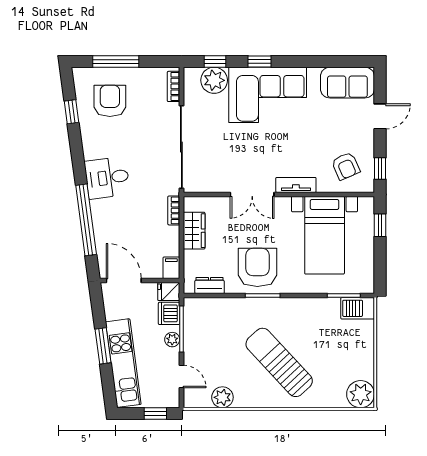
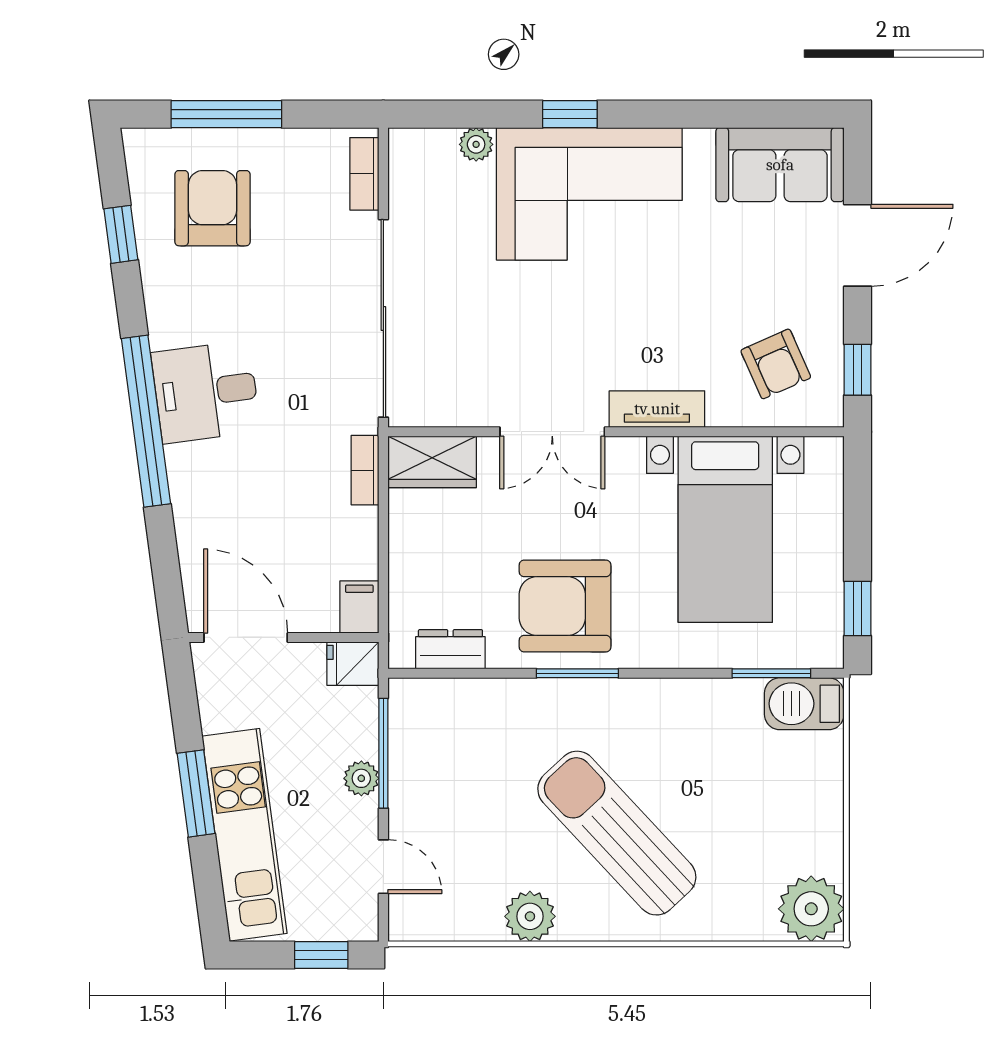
window: (215, 61) -> (464, 114), removed
plant: (214, 80) -> (476, 144), width x0.53, depth x0.53
door: (380, 116) -> (857, 245), width x1.38
window: (86, 220) -> (146, 421), moved
window: (380, 225) -> (857, 608), moved
wardrobe: (194, 231) -> (432, 462), moved, turned 90
armchair: (257, 267) -> (565, 606), turned -90
dishwasher: (169, 313) -> (354, 716), removed
plant: (222, 397) -> (530, 916), moved

